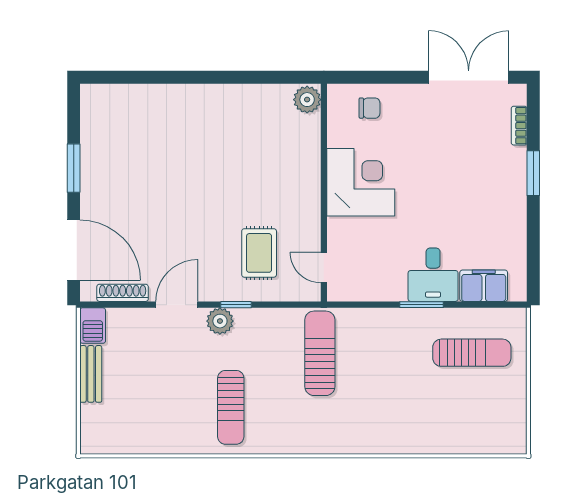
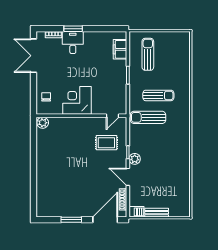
desk: (433, 275) -> (73, 43), moved, turned -90
sun lounger: (231, 407) -> (158, 95), moved

